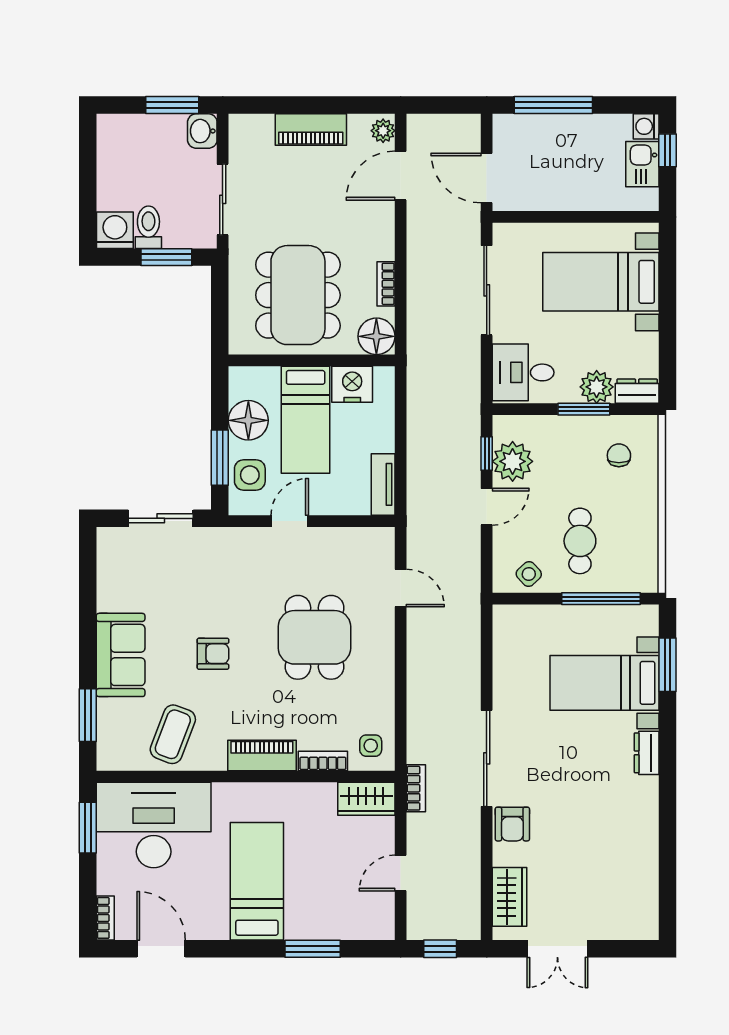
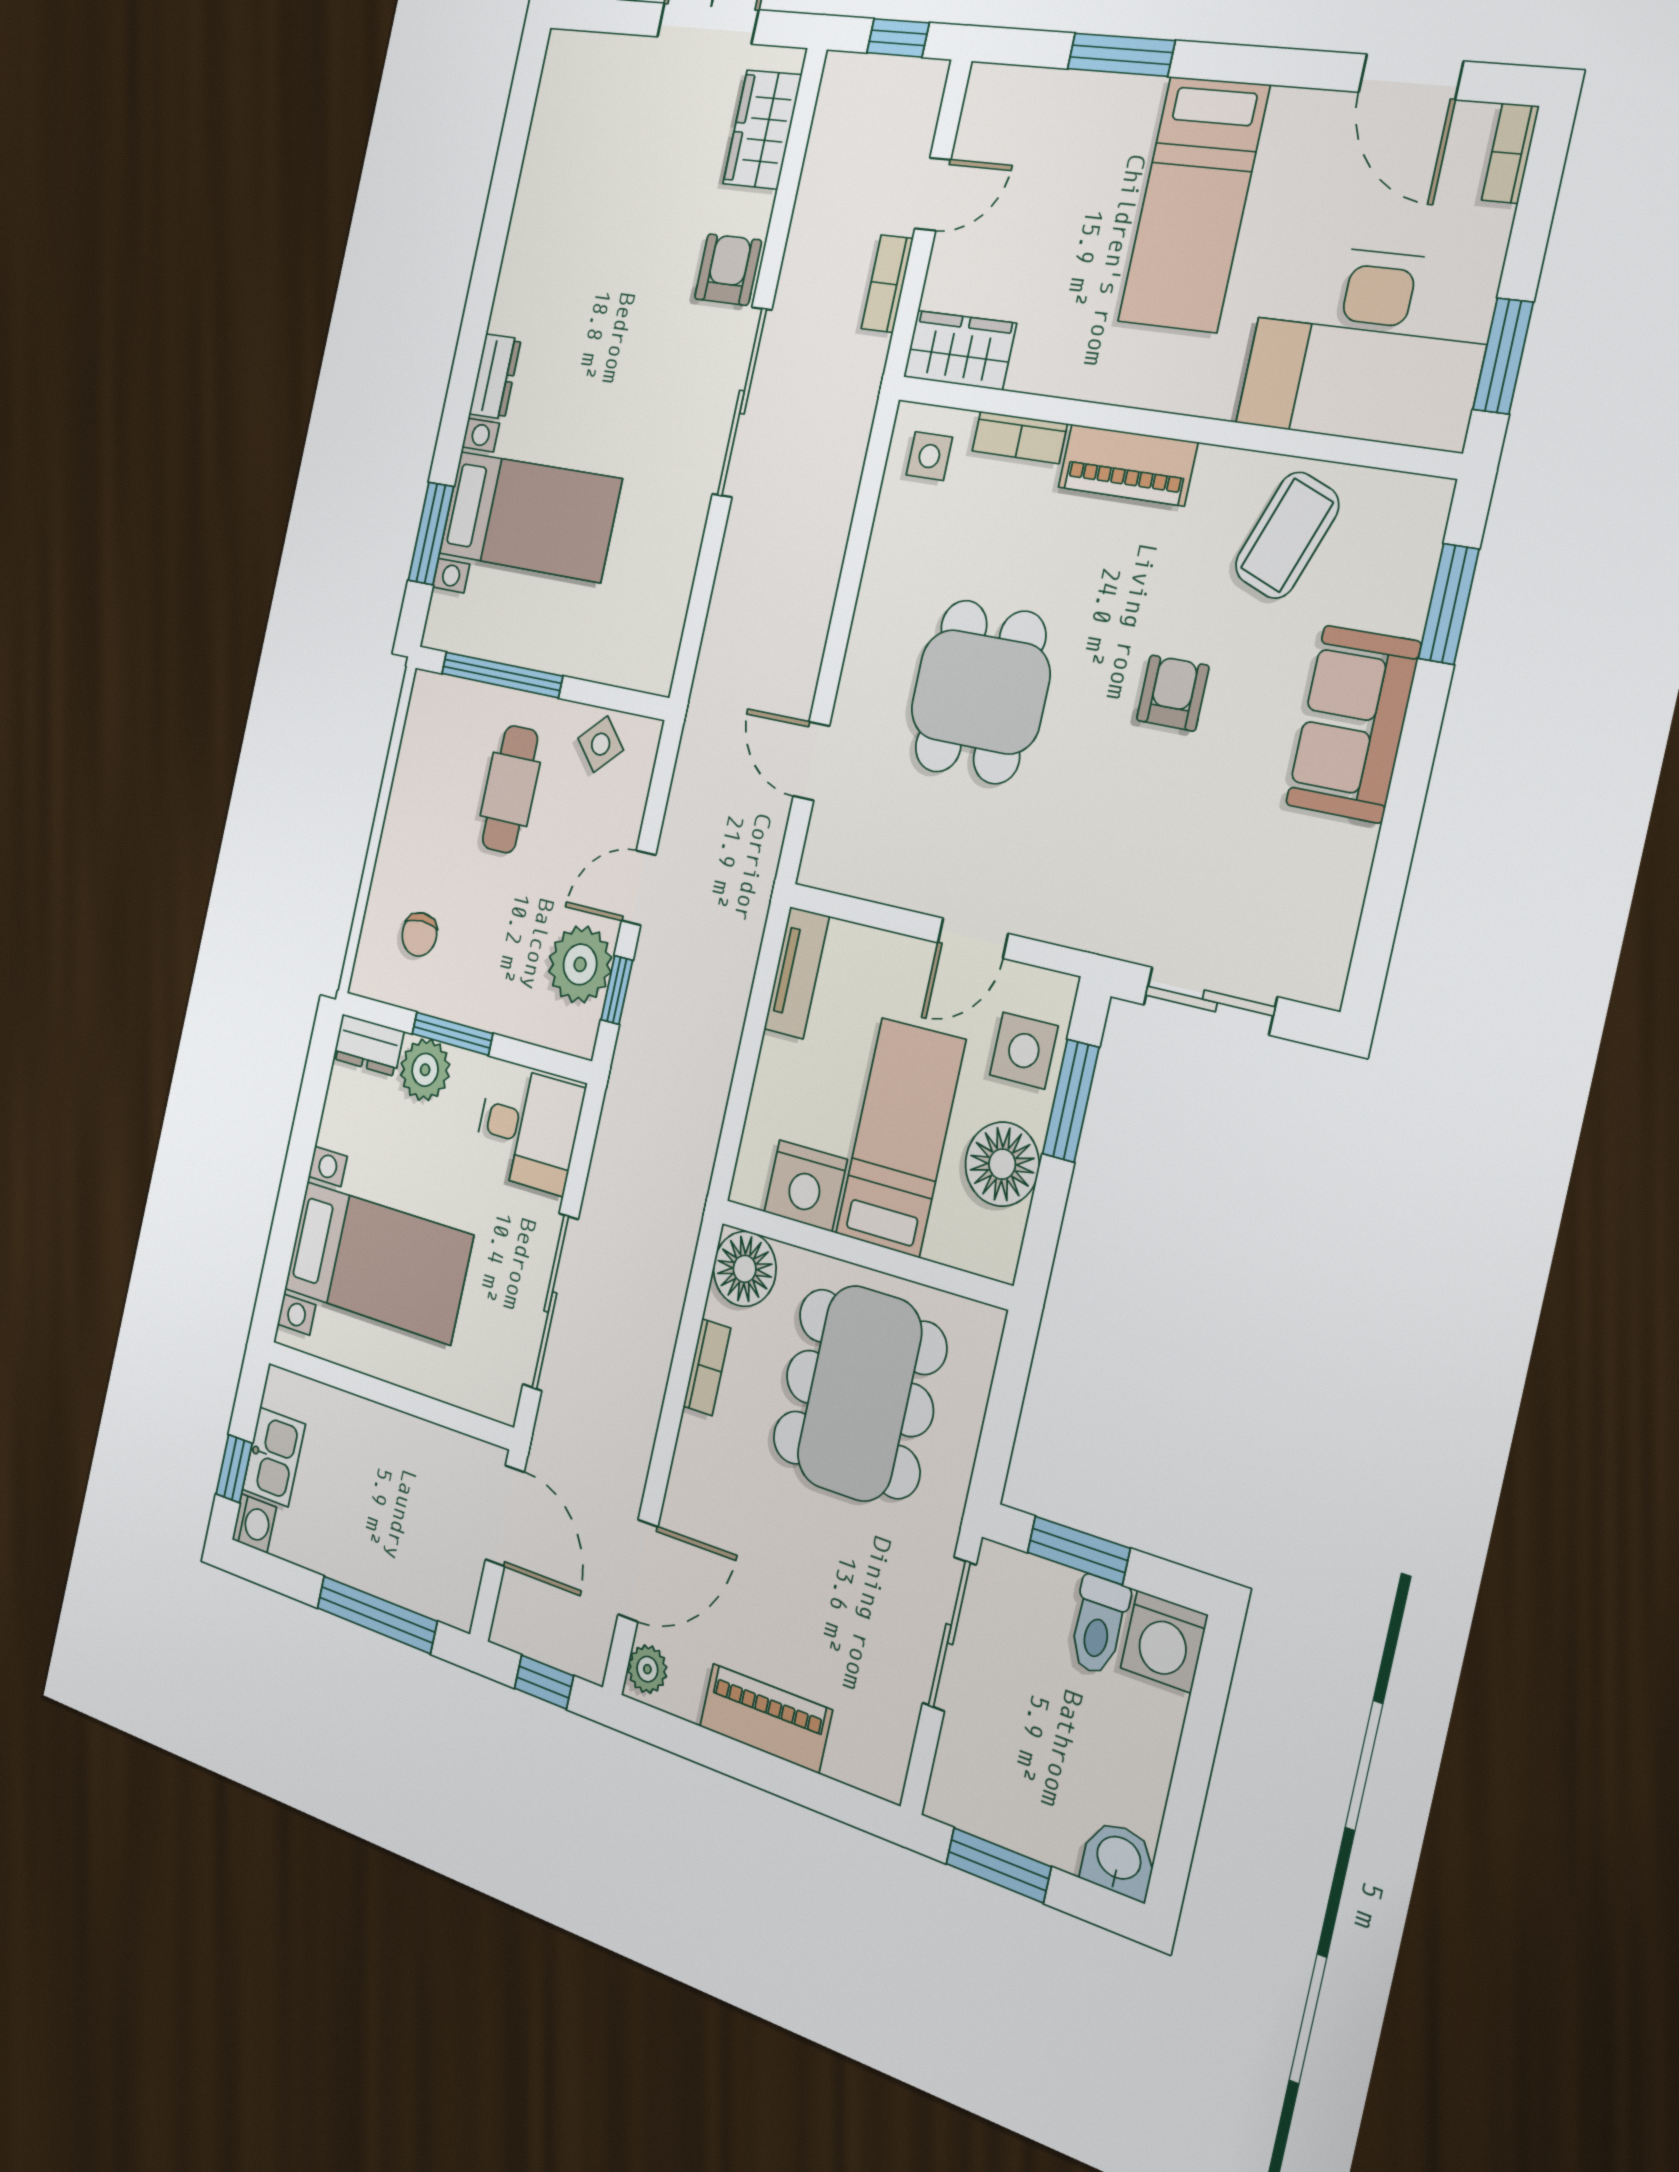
window: (442, 105) -> (544, 1682), added
washbasin: (202, 131) -> (1118, 1860), moved, turned -90
armchair: (213, 654) -> (1173, 693), turned 90
bookcase: (416, 788) -> (887, 284), moved

